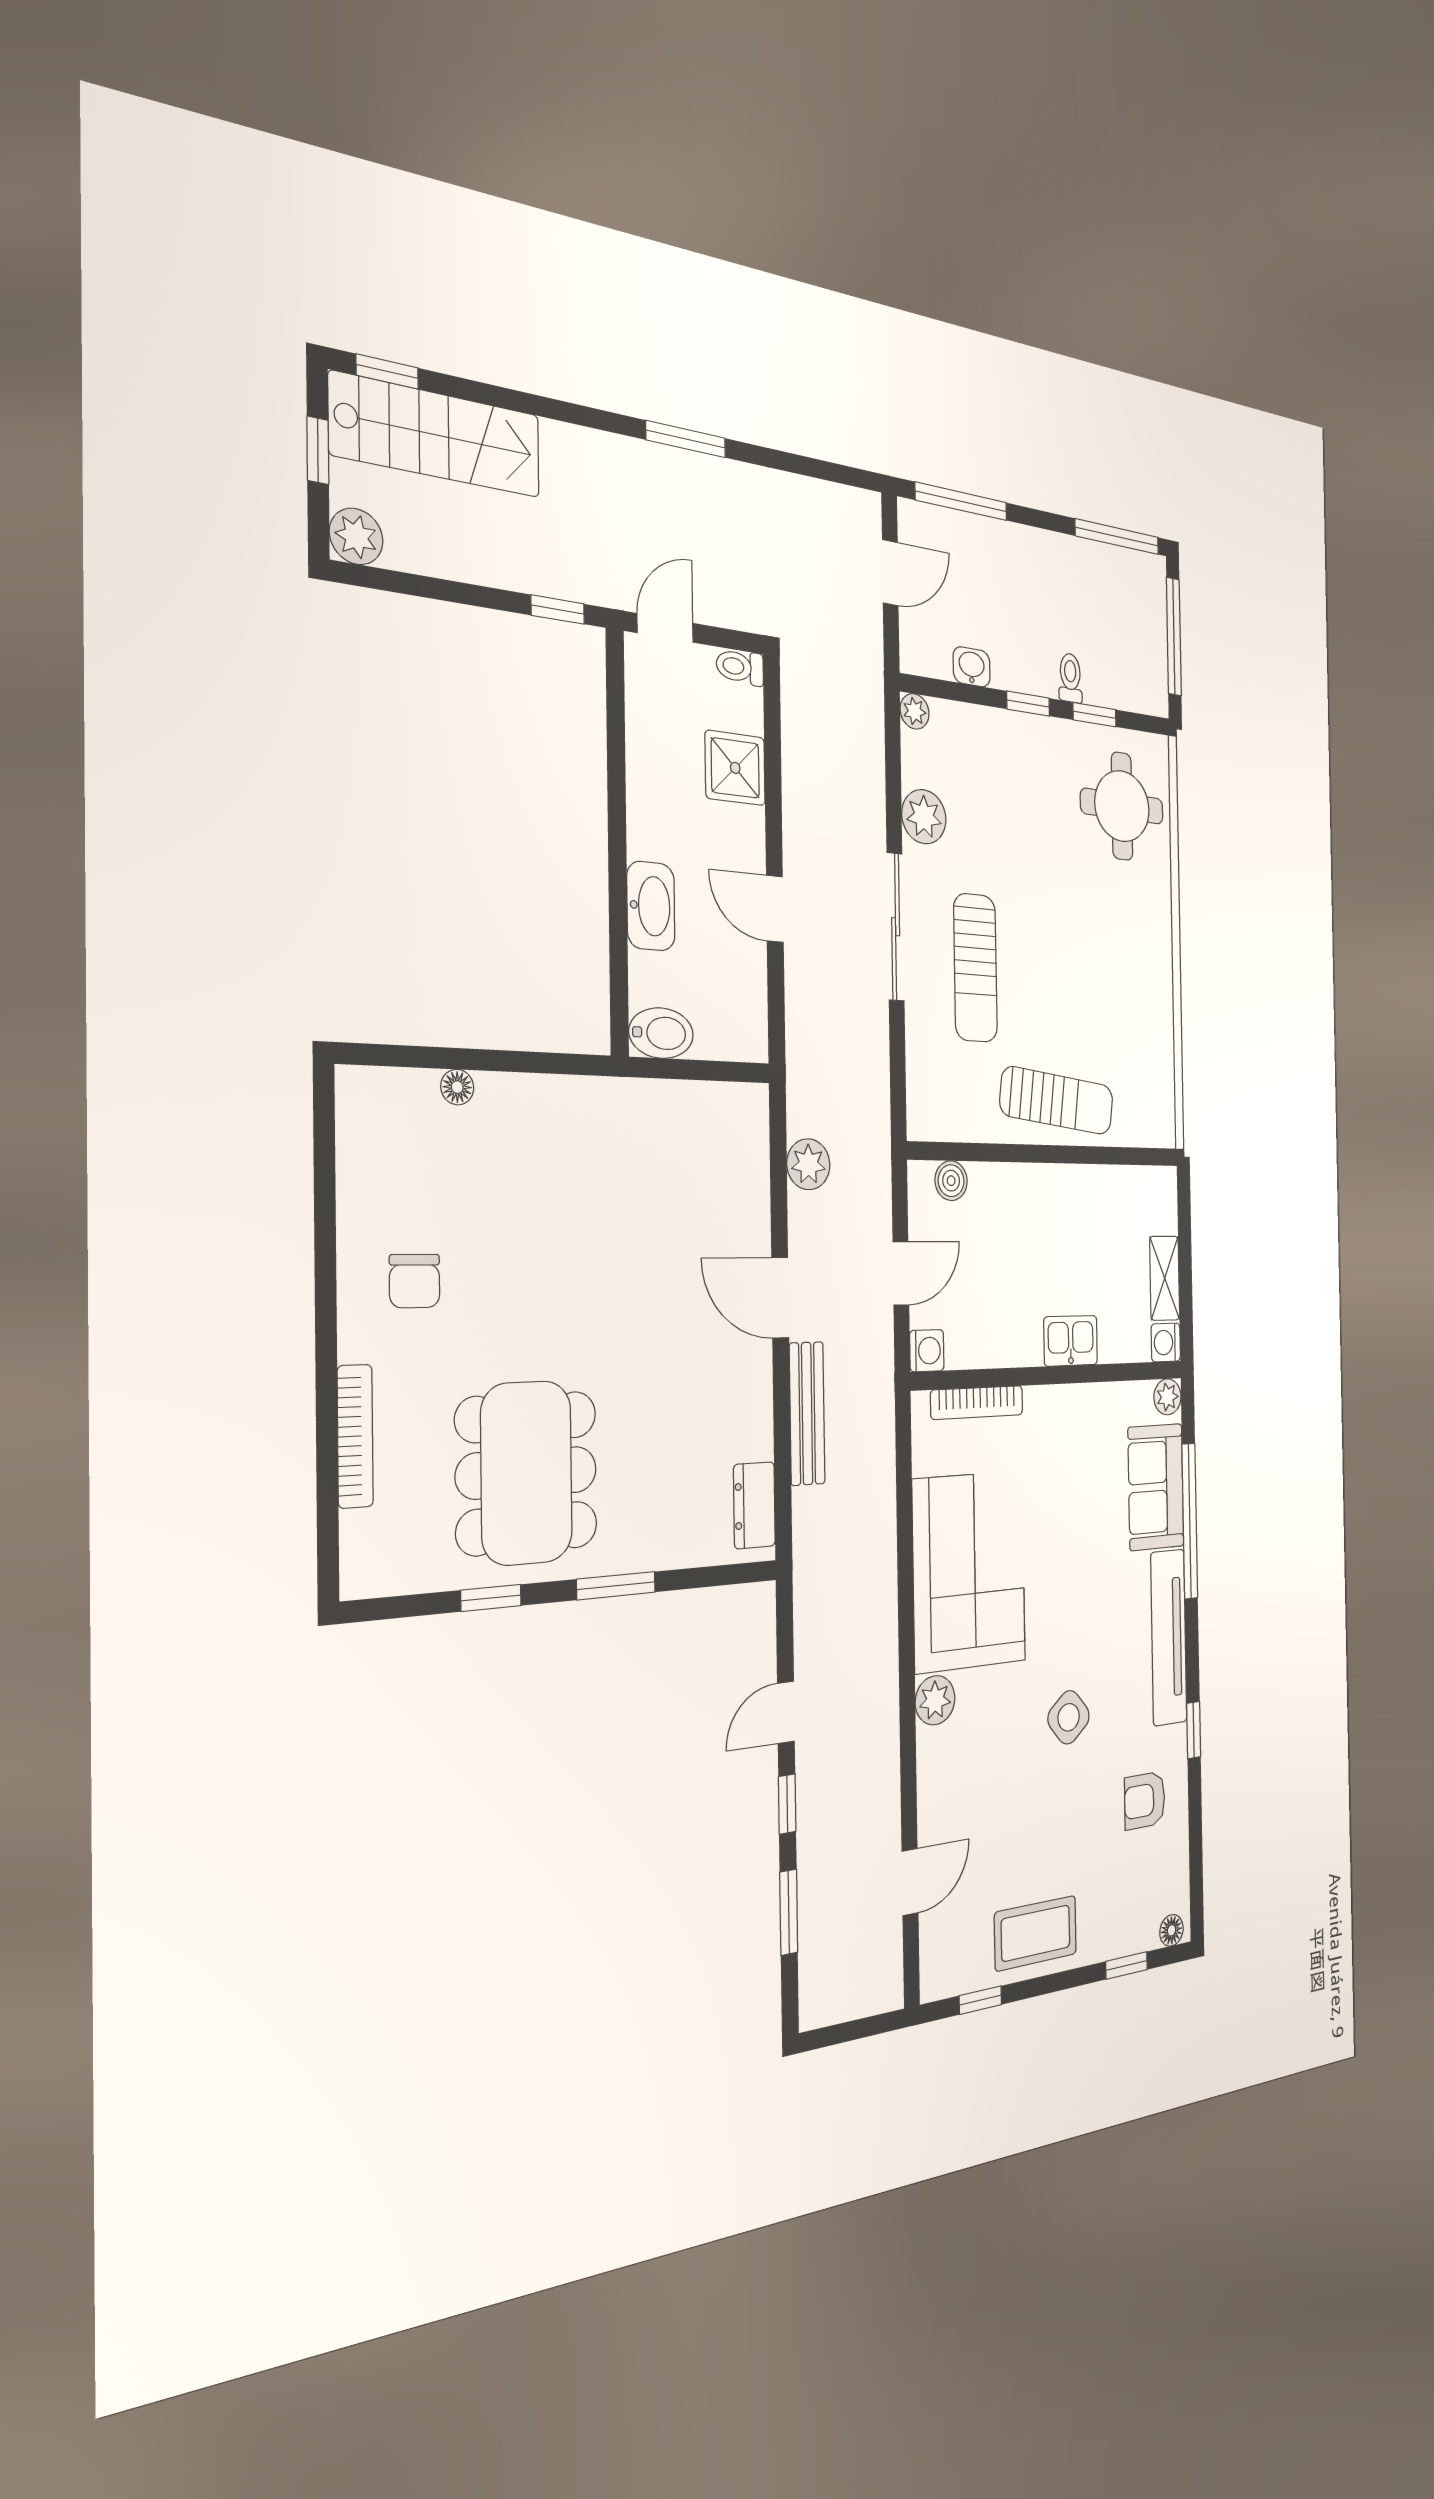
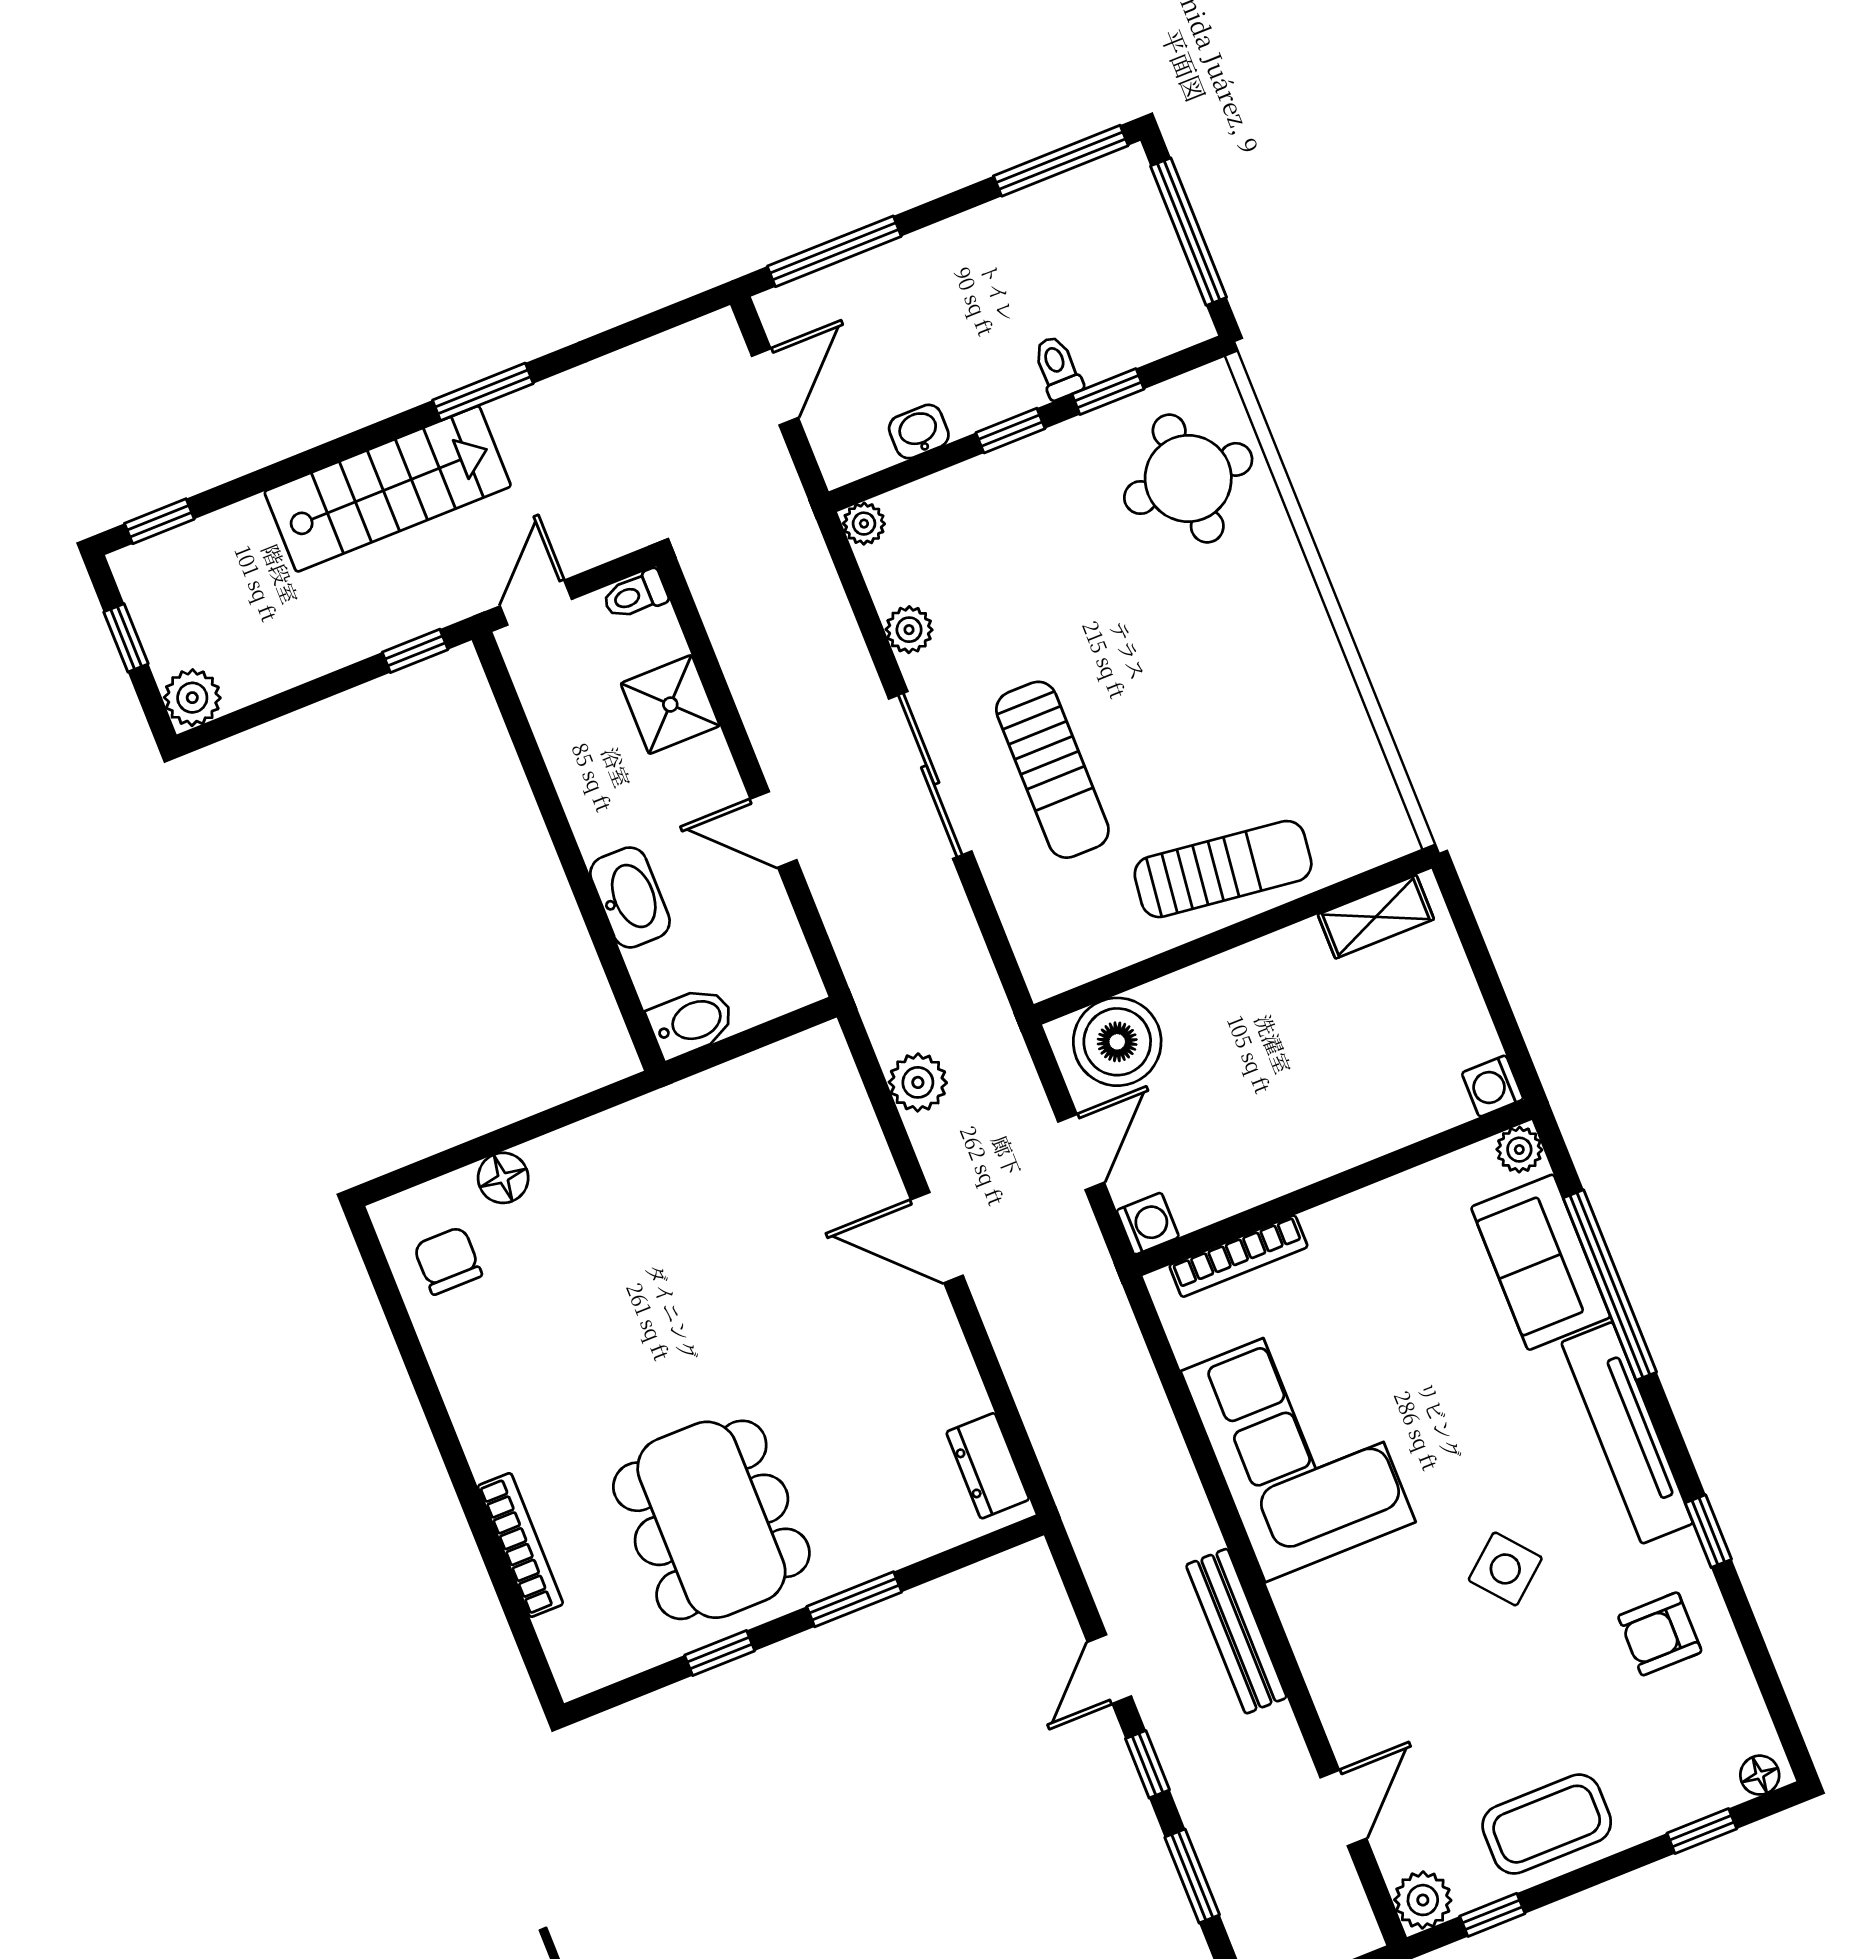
stairs: (436, 435) -> (388, 489), moved
plant: (924, 817) -> (909, 630), width x0.73, depth x0.73
floor lamp: (457, 1087) -> (503, 1178), width x1.37, depth x1.37
boiler: (951, 1181) -> (1117, 1042), width x1.86, depth x1.86
shelving: (1165, 1278) -> (1376, 917), moved, turned 90
chair: (415, 1281) -> (448, 1261), moved, turned 180
kitchen sink: (1071, 1341) -> (1347, 1138), removed
bench: (807, 1413) -> (1236, 1631), moved
plant: (935, 1700) -> (1423, 1900), moved

